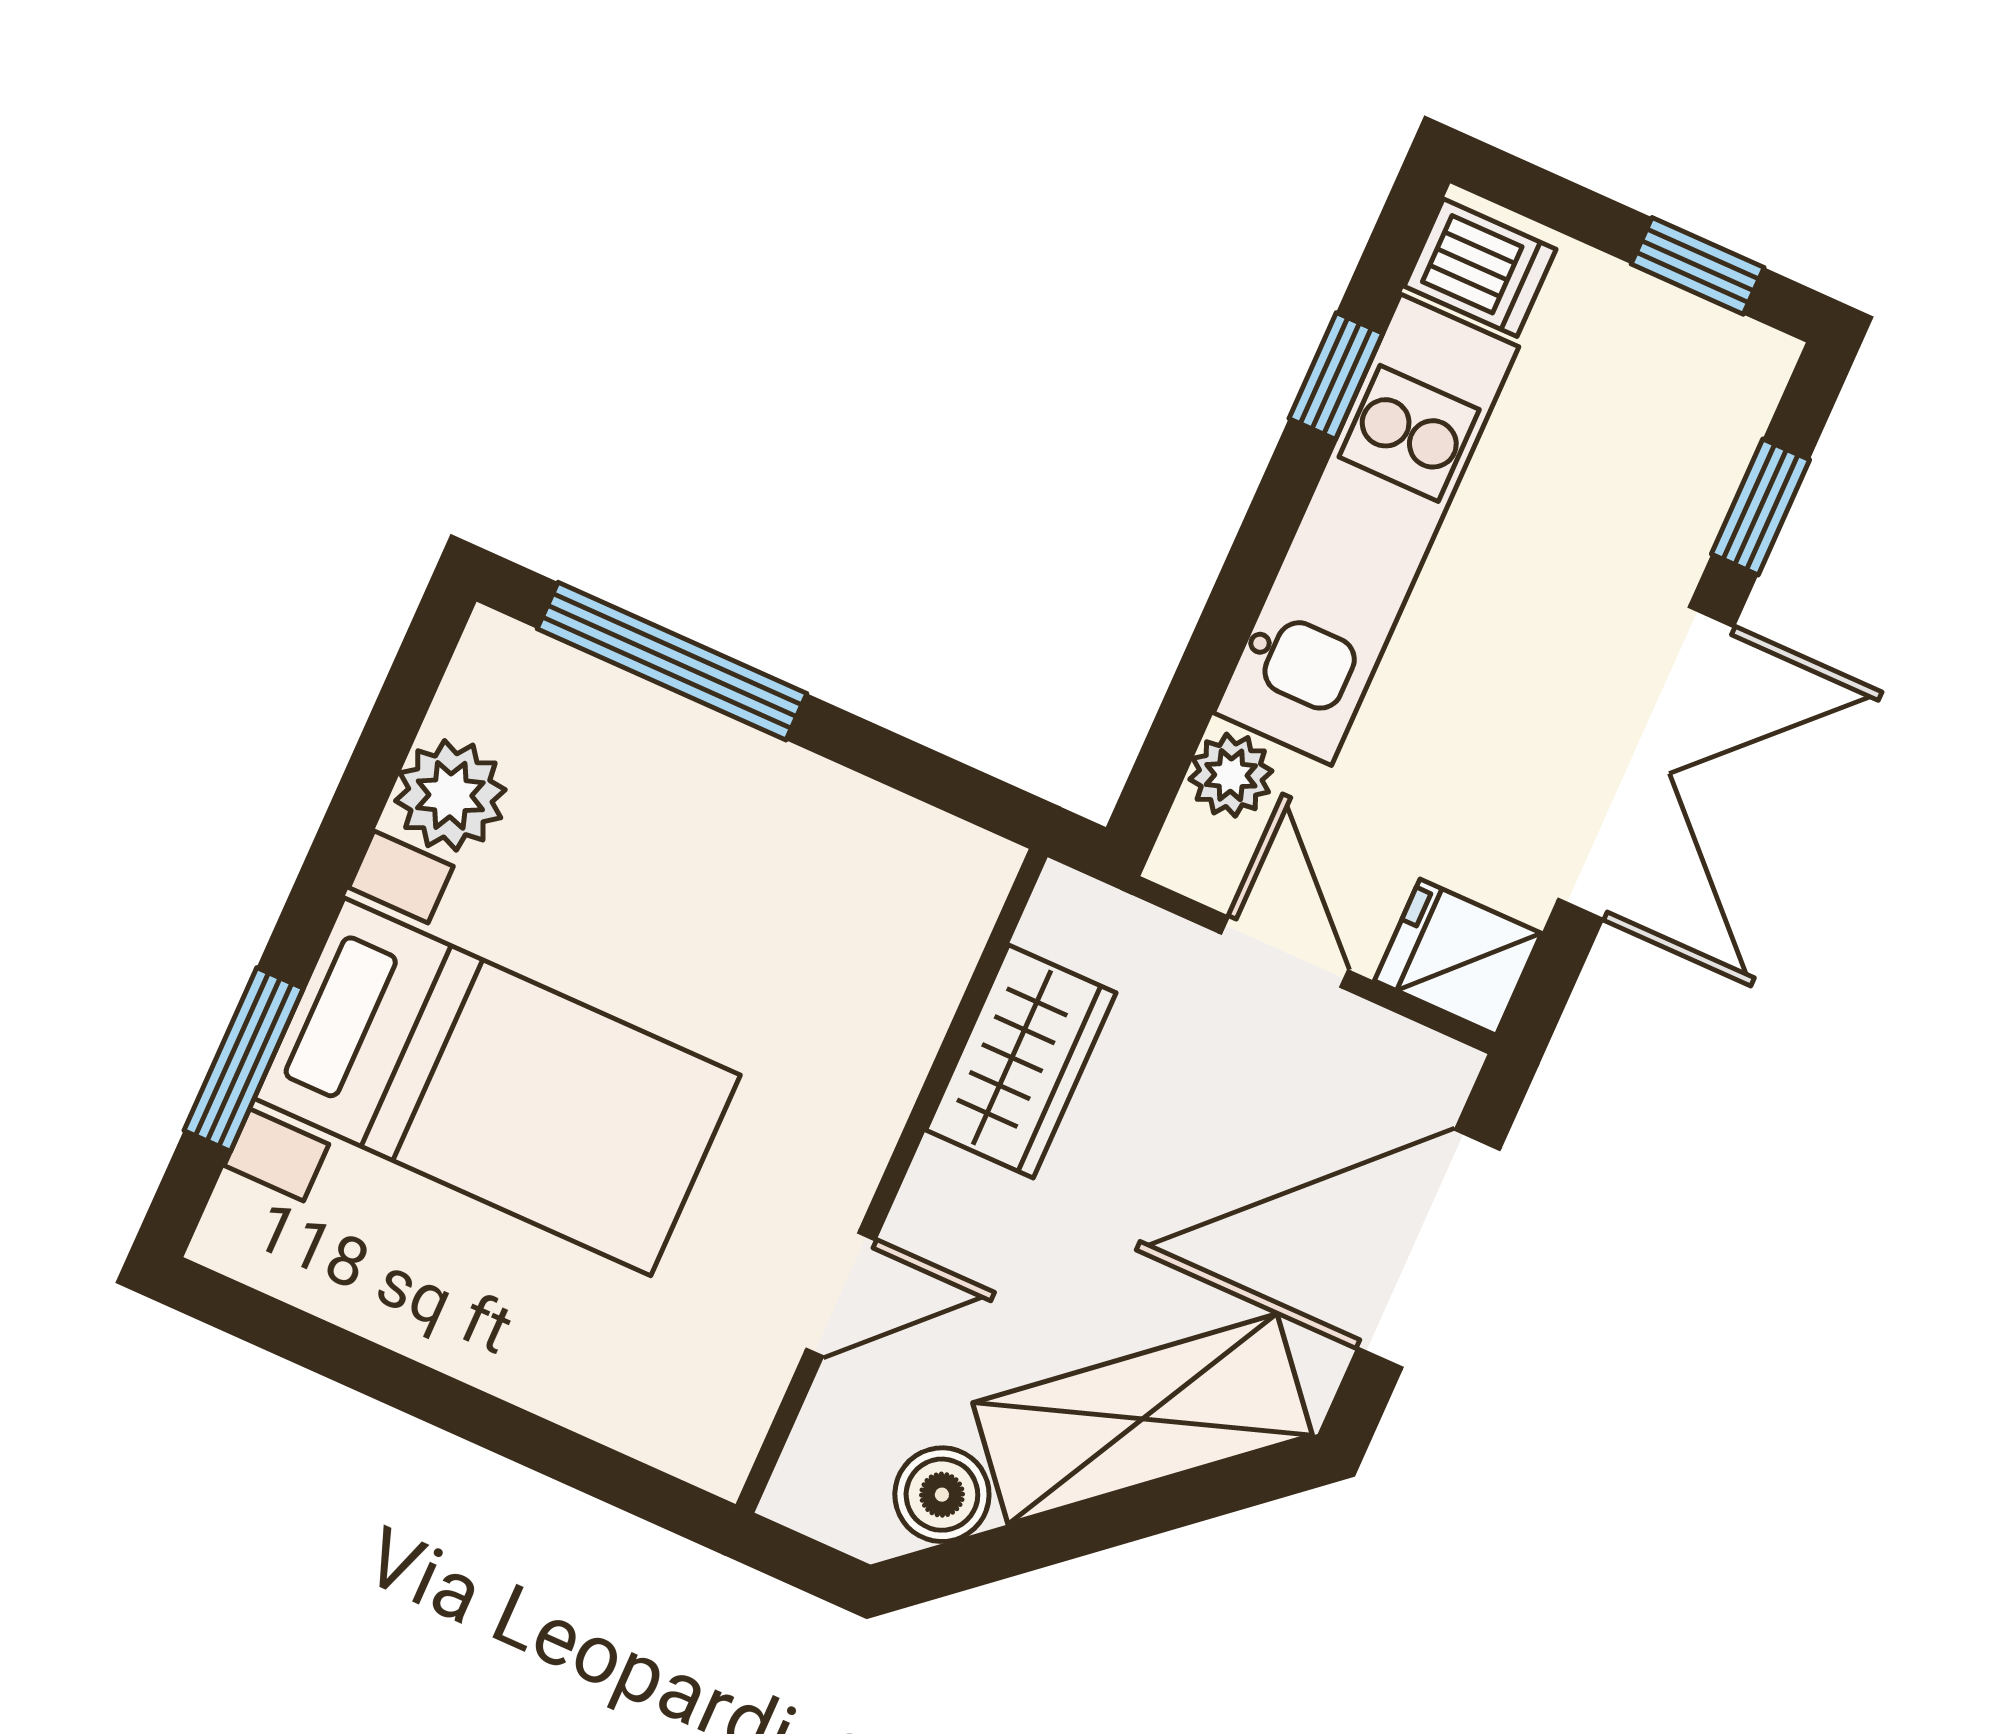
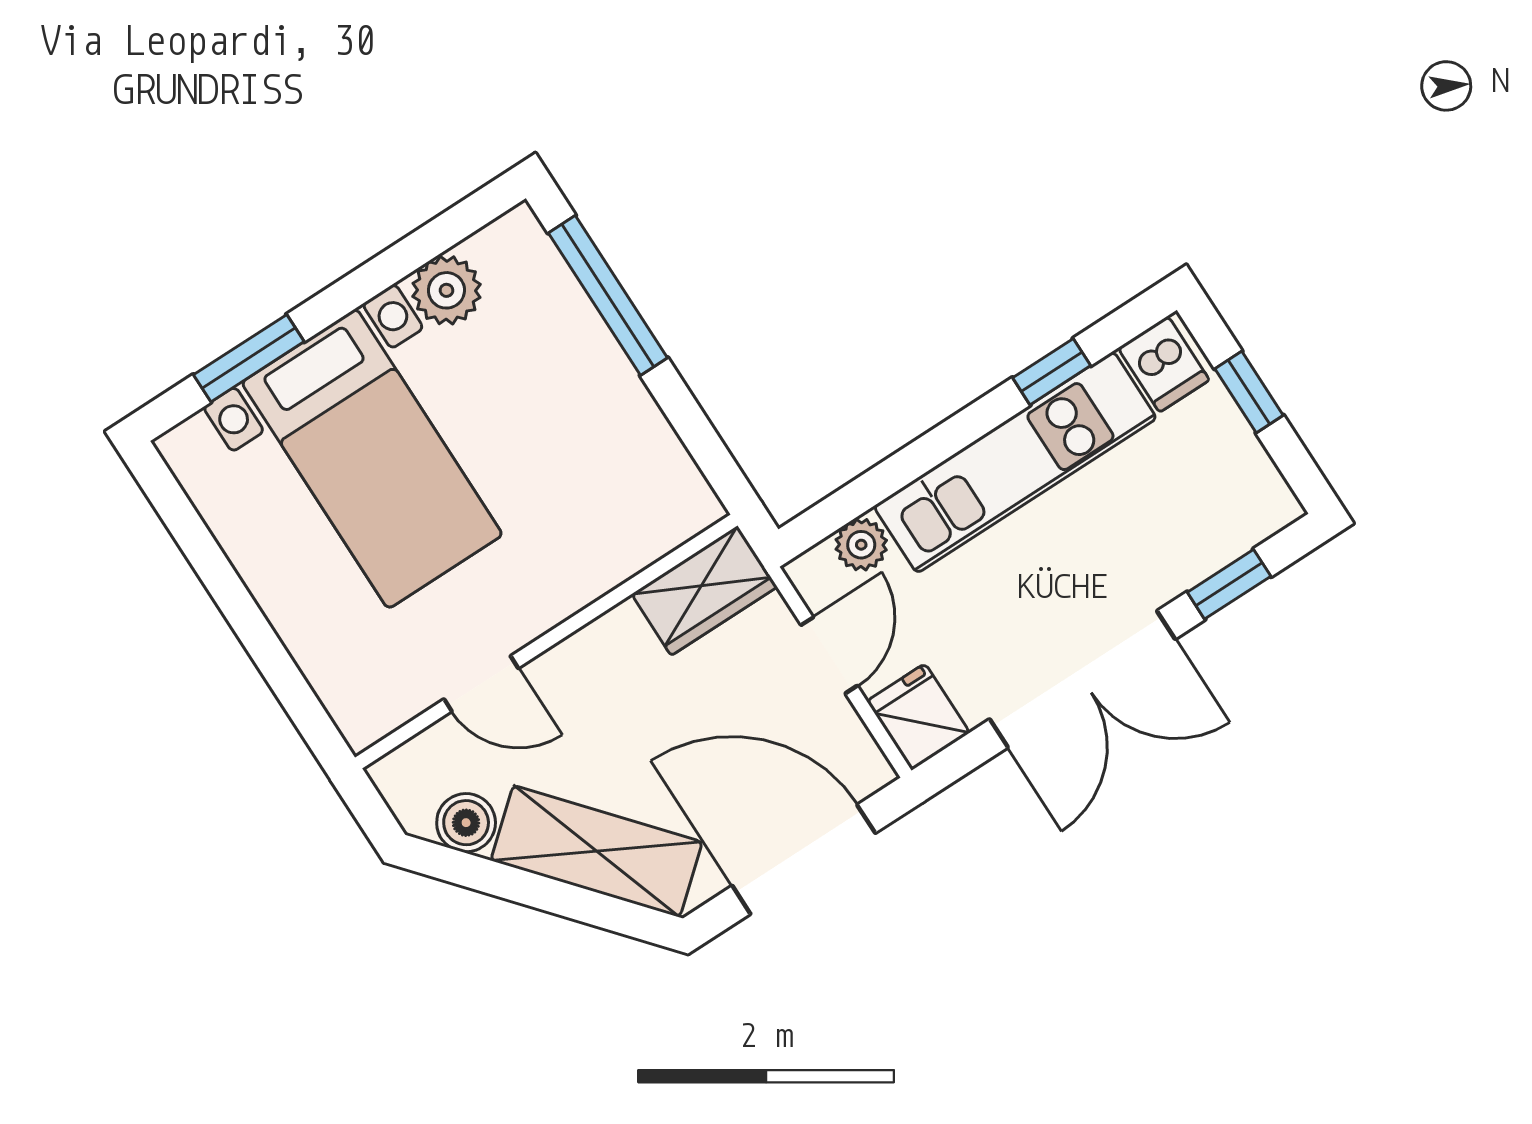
window: (1698, 266) -> (1249, 392), moved
wardrobe: (1021, 1061) -> (704, 591), moved

